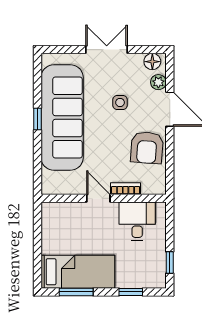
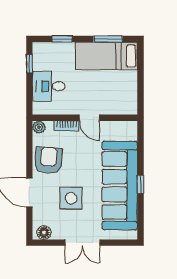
plant: (158, 82) -> (39, 127), moved
side table: (120, 102) -> (71, 198), width x1.87, depth x1.87
desk: (137, 221) -> (49, 86), moved, turned 90

